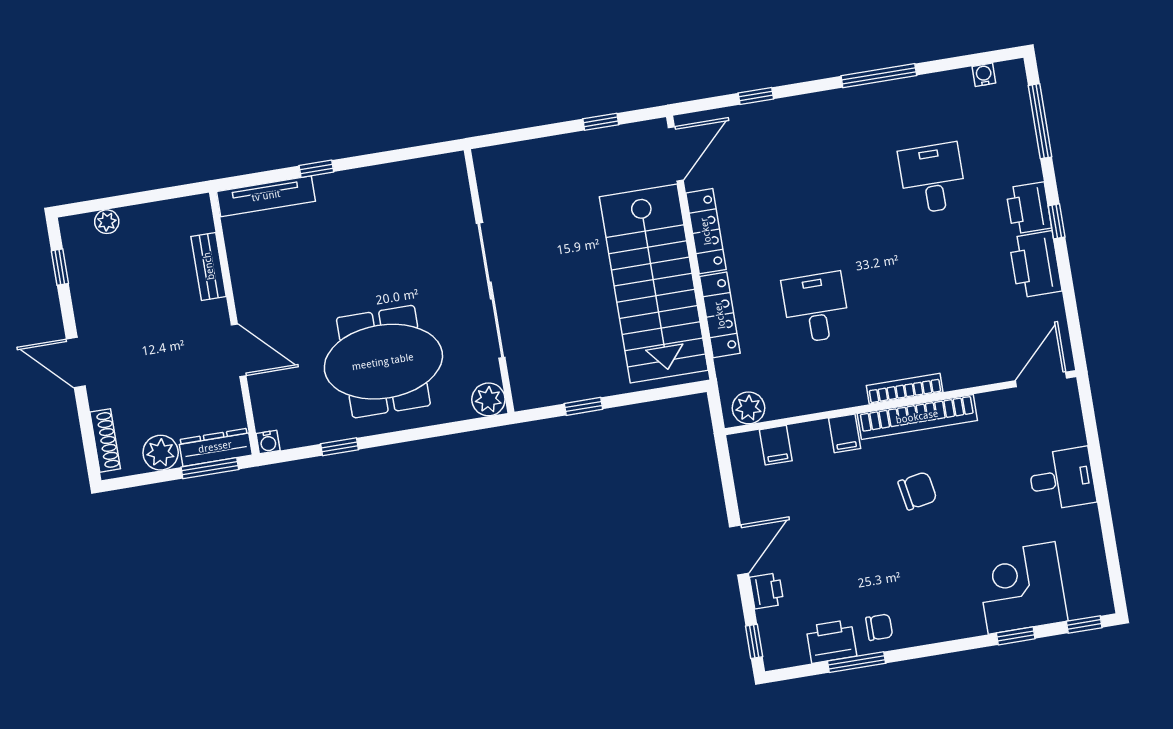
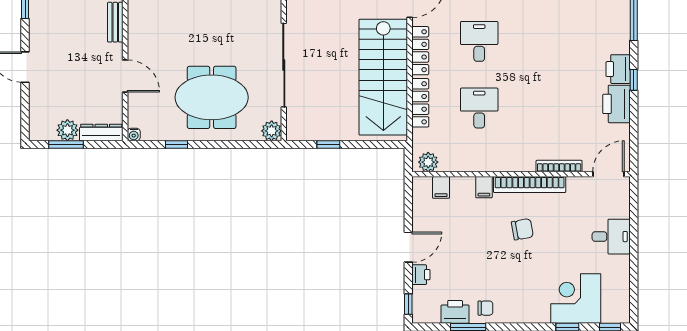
desk: (932, 178) -> (479, 41), moved
bookcase: (905, 389) -> (559, 166), moved
shoe rack: (105, 440) -> (35, 117), removed
window: (210, 468) -> (66, 145), moved

